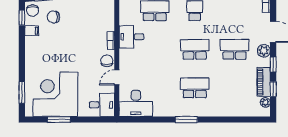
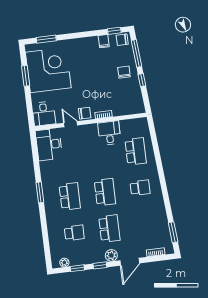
chair: (53, 17) -> (124, 72), moved
piano: (264, 82) -> (83, 259), removed
school desk: (235, 88) -> (74, 233), added

